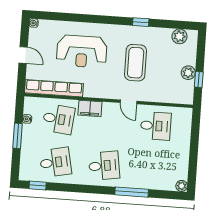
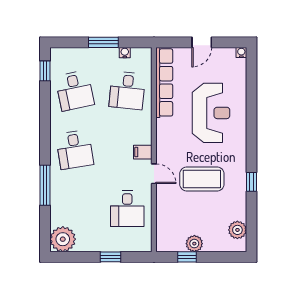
reception desk: (82, 51) -> (211, 113), turned 180
door: (128, 102) -> (154, 174), swing flipped
filing cabinet: (90, 108) -> (143, 152), moved, width x0.50
window: (194, 142) -> (111, 257), added
plant: (182, 186) -> (63, 239), width x1.88, depth x1.88

